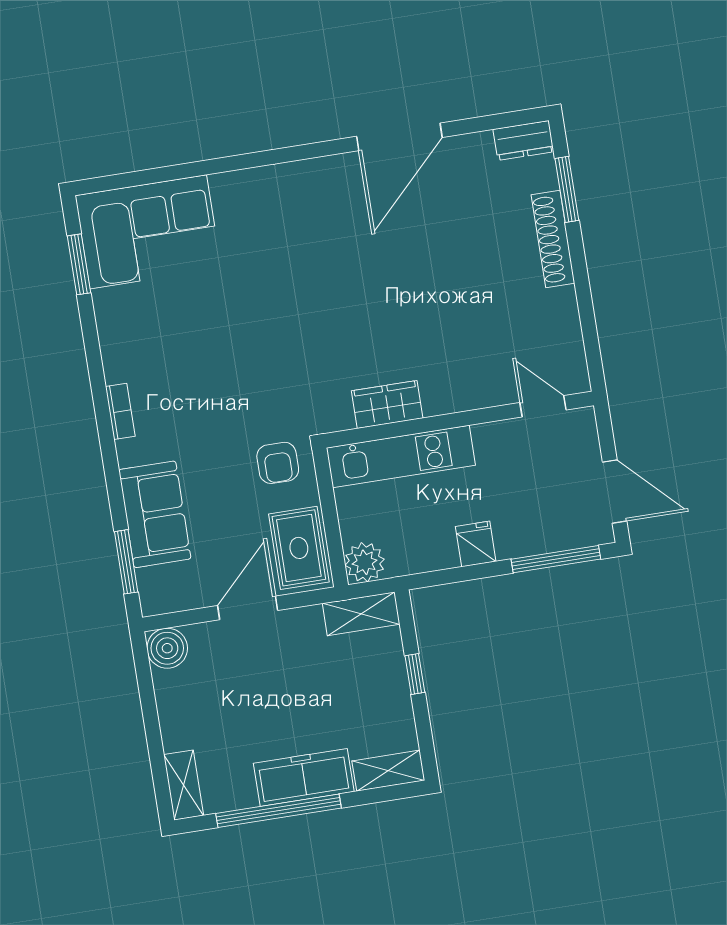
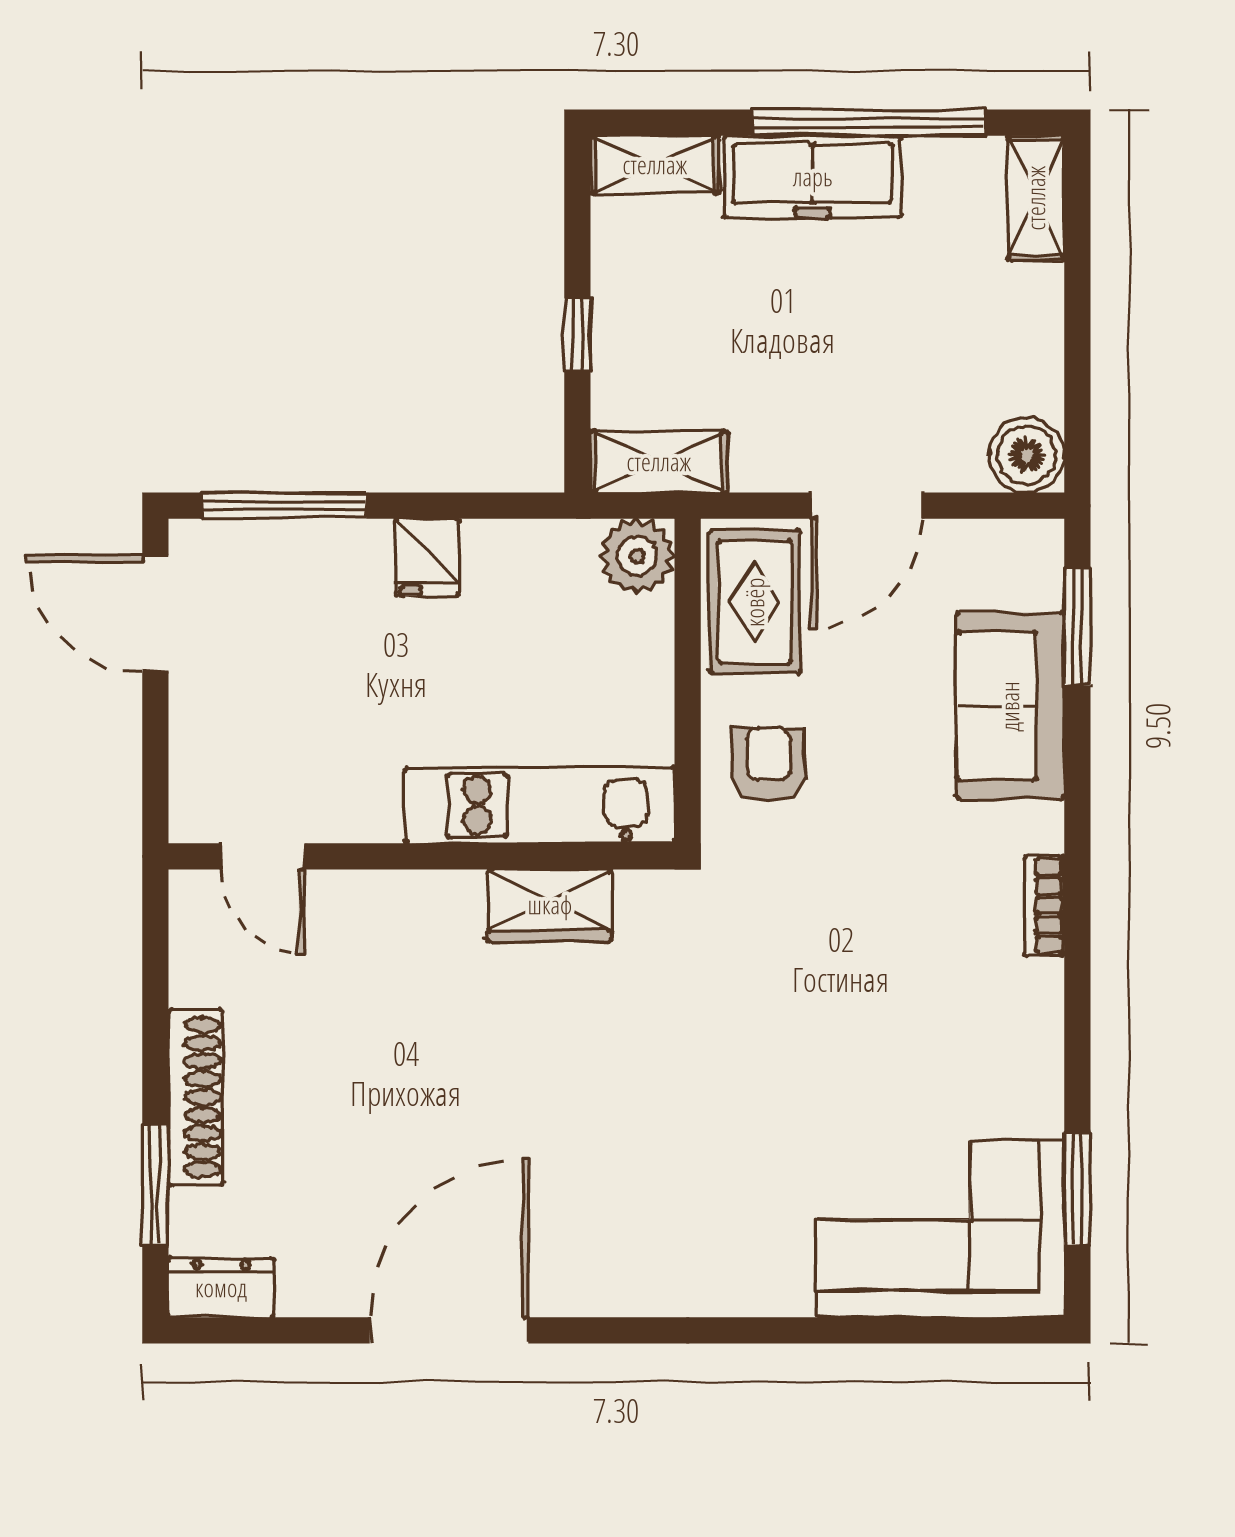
wardrobe: (387, 404) -> (550, 905), moved
door: (543, 406) -> (263, 856), moved
wall: (459, 420) -> (422, 856), moved
kitchen unit: (401, 457) -> (540, 805), moved

